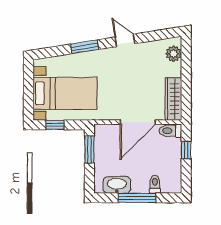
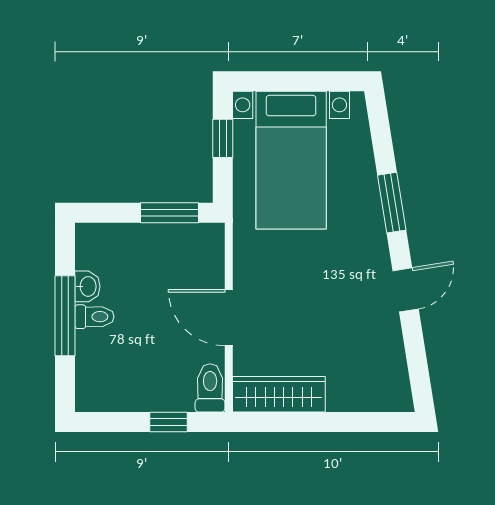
plant: (174, 54) -> (377, 395), removed
door: (138, 122) -> (229, 318), width x0.73
toilet: (155, 184) -> (94, 317), moved
washbasin: (117, 185) -> (87, 286), width x0.52, depth x0.69

